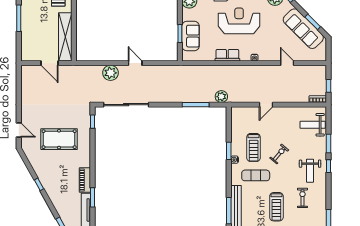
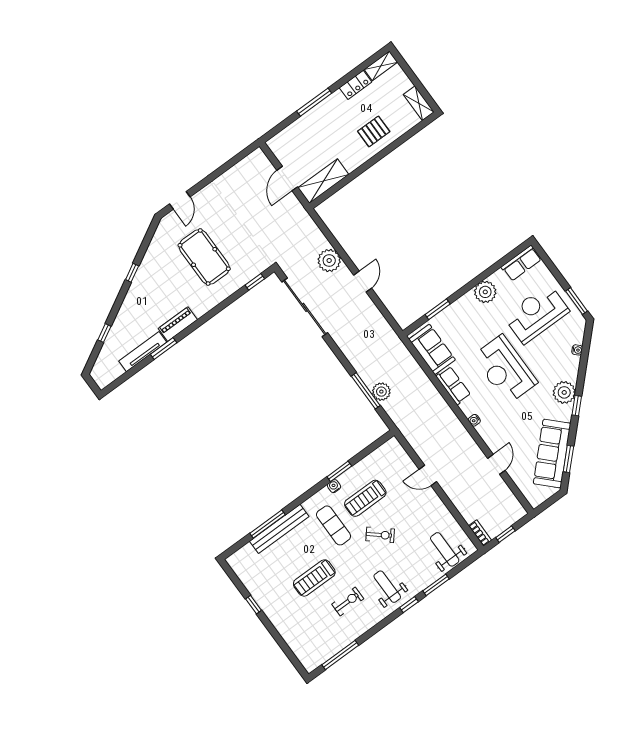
reception desk: (239, 21) -> (505, 369), turned 180
sofa: (191, 36) -> (432, 349), moved, turned -90
shelving: (65, 37) -> (323, 181), width x0.68
plant: (221, 97) -> (381, 392), moved
weight bench: (310, 171) -> (387, 587), turned 90

